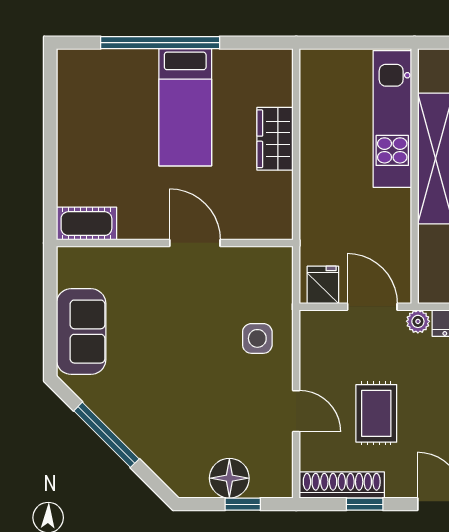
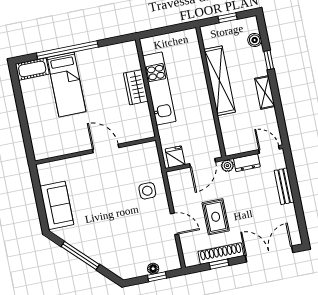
bed: (185, 107) -> (67, 84), moved
kitchen unit: (392, 119) -> (159, 89), moved, turned 180
cot: (86, 224) -> (32, 69), moved
door: (372, 307) -> (203, 163), swing flipped
floor lamp: (229, 478) -> (153, 269), width x0.53, depth x0.53
shoe rack: (342, 485) -> (221, 254), moved

